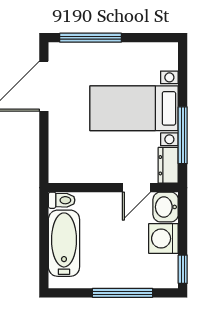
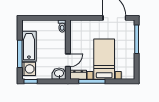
door: (136, 188) -> (68, 60), swing flipped
washing machine: (163, 239) -> (29, 69), moved, turned 90
bathtub: (64, 243) -> (29, 46), moved, turned -90

